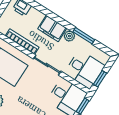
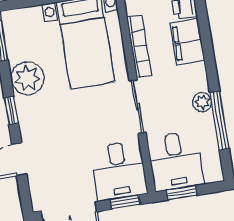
filing cabinet: (52, 28) -> (187, 42), moved
window: (84, 36) -> (219, 120), width x1.44

